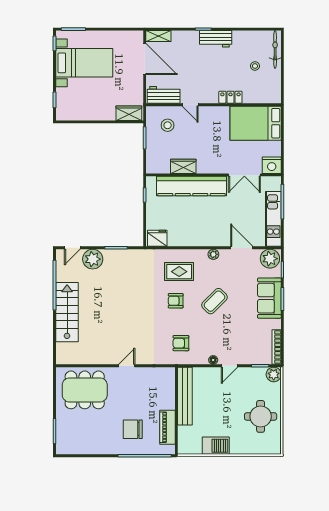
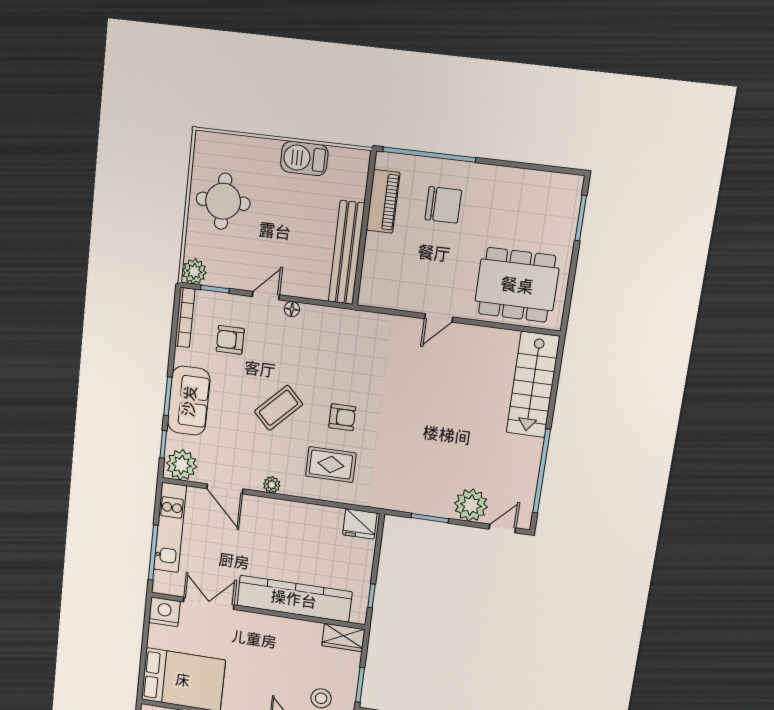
wardrobe: (183, 166) -> (343, 637), moved
stairs: (67, 312) -> (533, 385), moved
armchair: (181, 343) -> (230, 340), moved, turned 180

